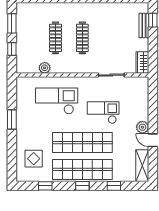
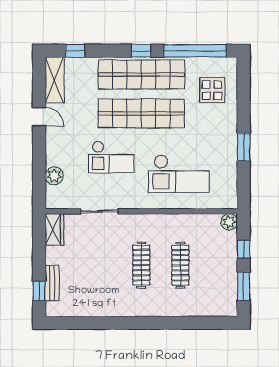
plant: (45, 68) -> (229, 222), moved
plant: (142, 127) -> (54, 176), moved
window: (45, 186) -> (195, 51), width x3.17
window: (114, 186) -> (75, 51), moved

